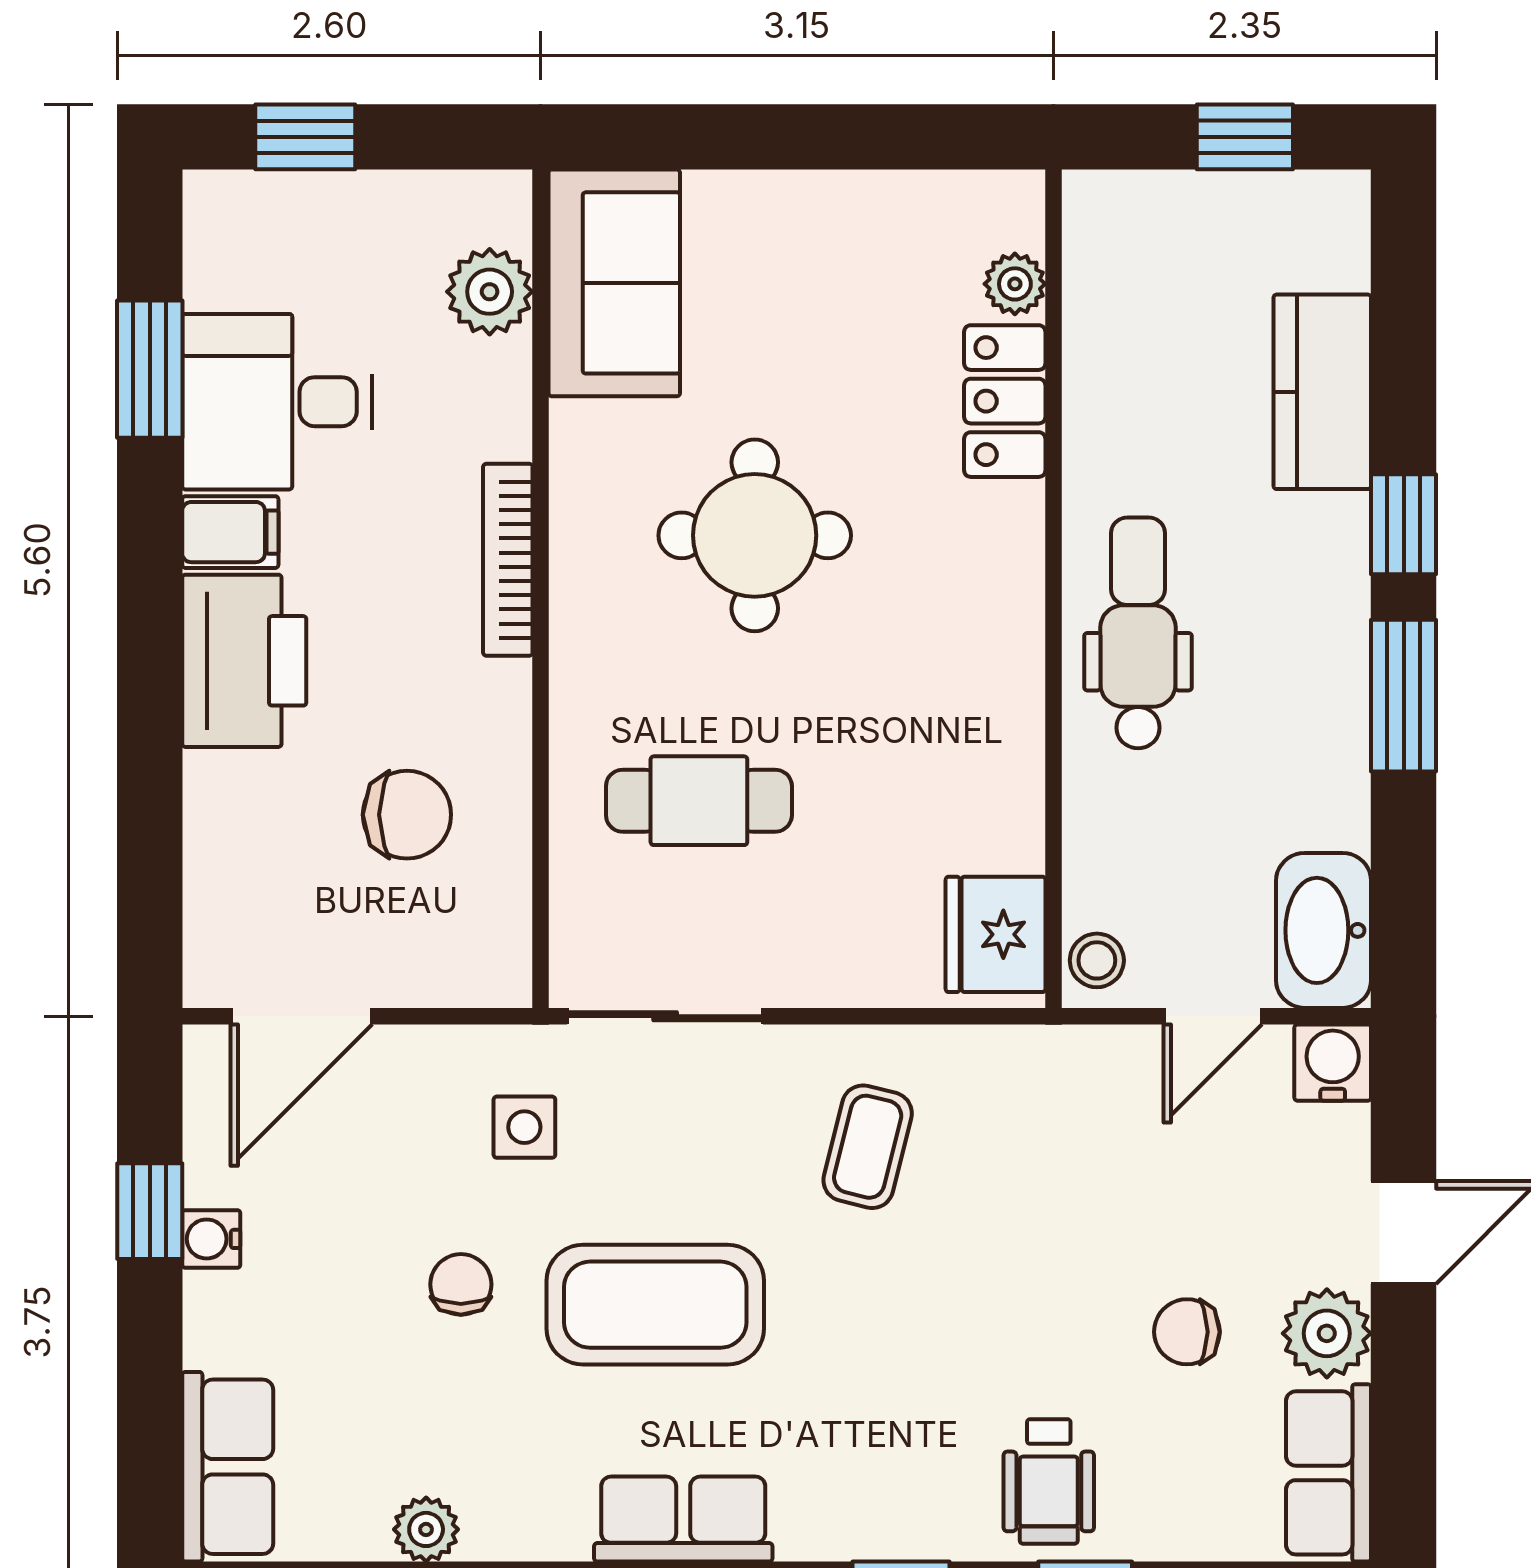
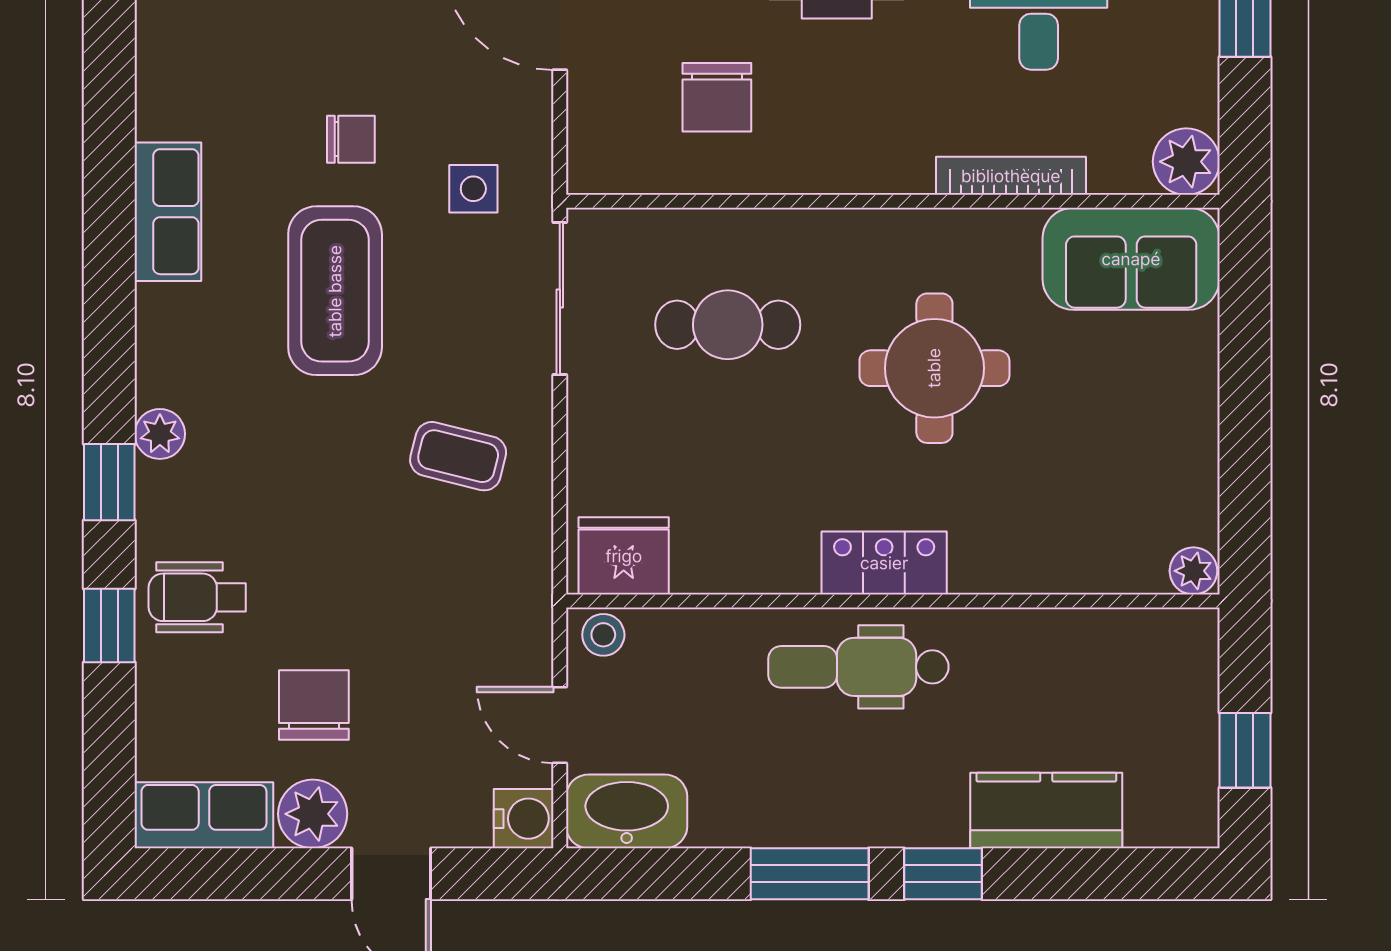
plant: (1015, 284) -> (1193, 571), moved
plant: (490, 292) -> (1186, 162), moved
locker: (1005, 401) -> (884, 563), moved
bookcase: (508, 560) -> (1011, 176), moved
dental chair: (1138, 633) -> (858, 667), turned 180
cafe table: (699, 801) -> (728, 325), turned 90
chair: (1187, 1332) -> (314, 705), width x1.37, depth x1.37
row of seats: (683, 1519) -> (168, 212), moved
plant: (426, 1529) -> (160, 434), moved

